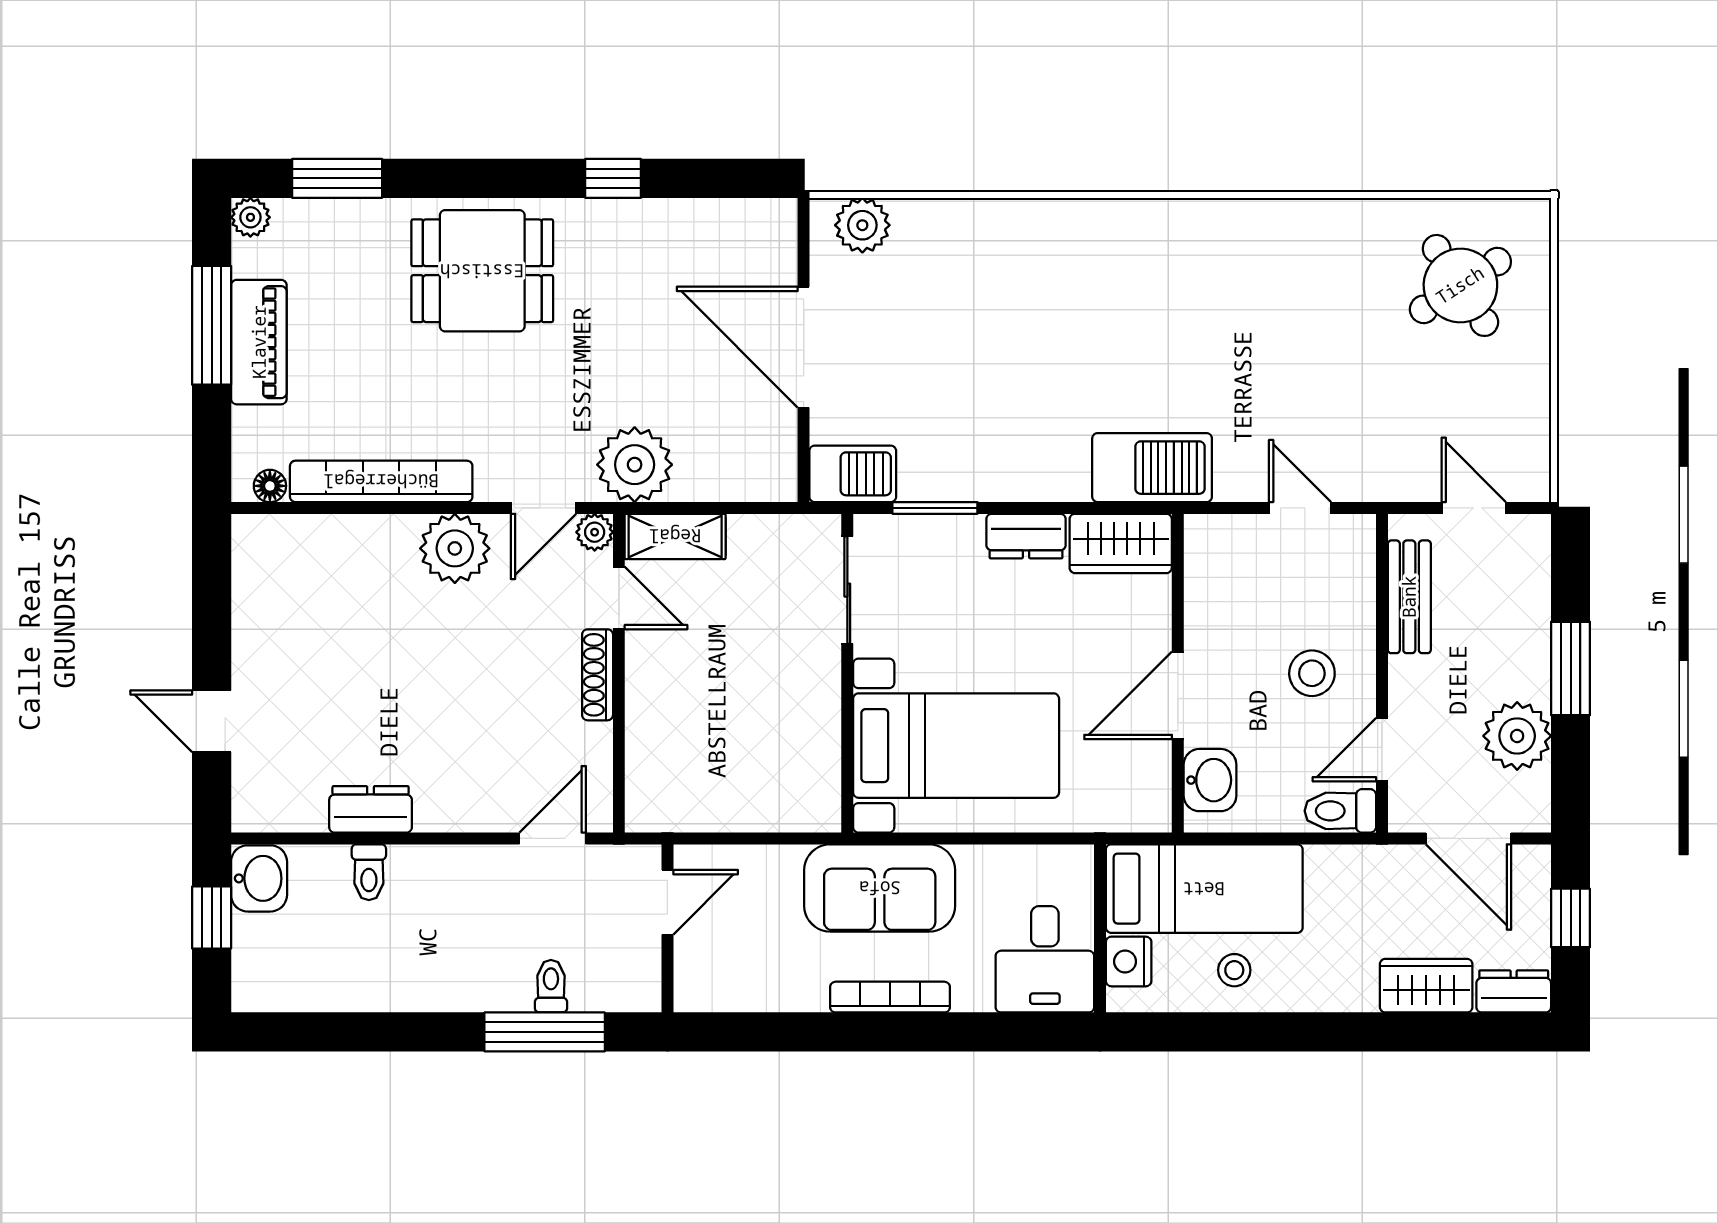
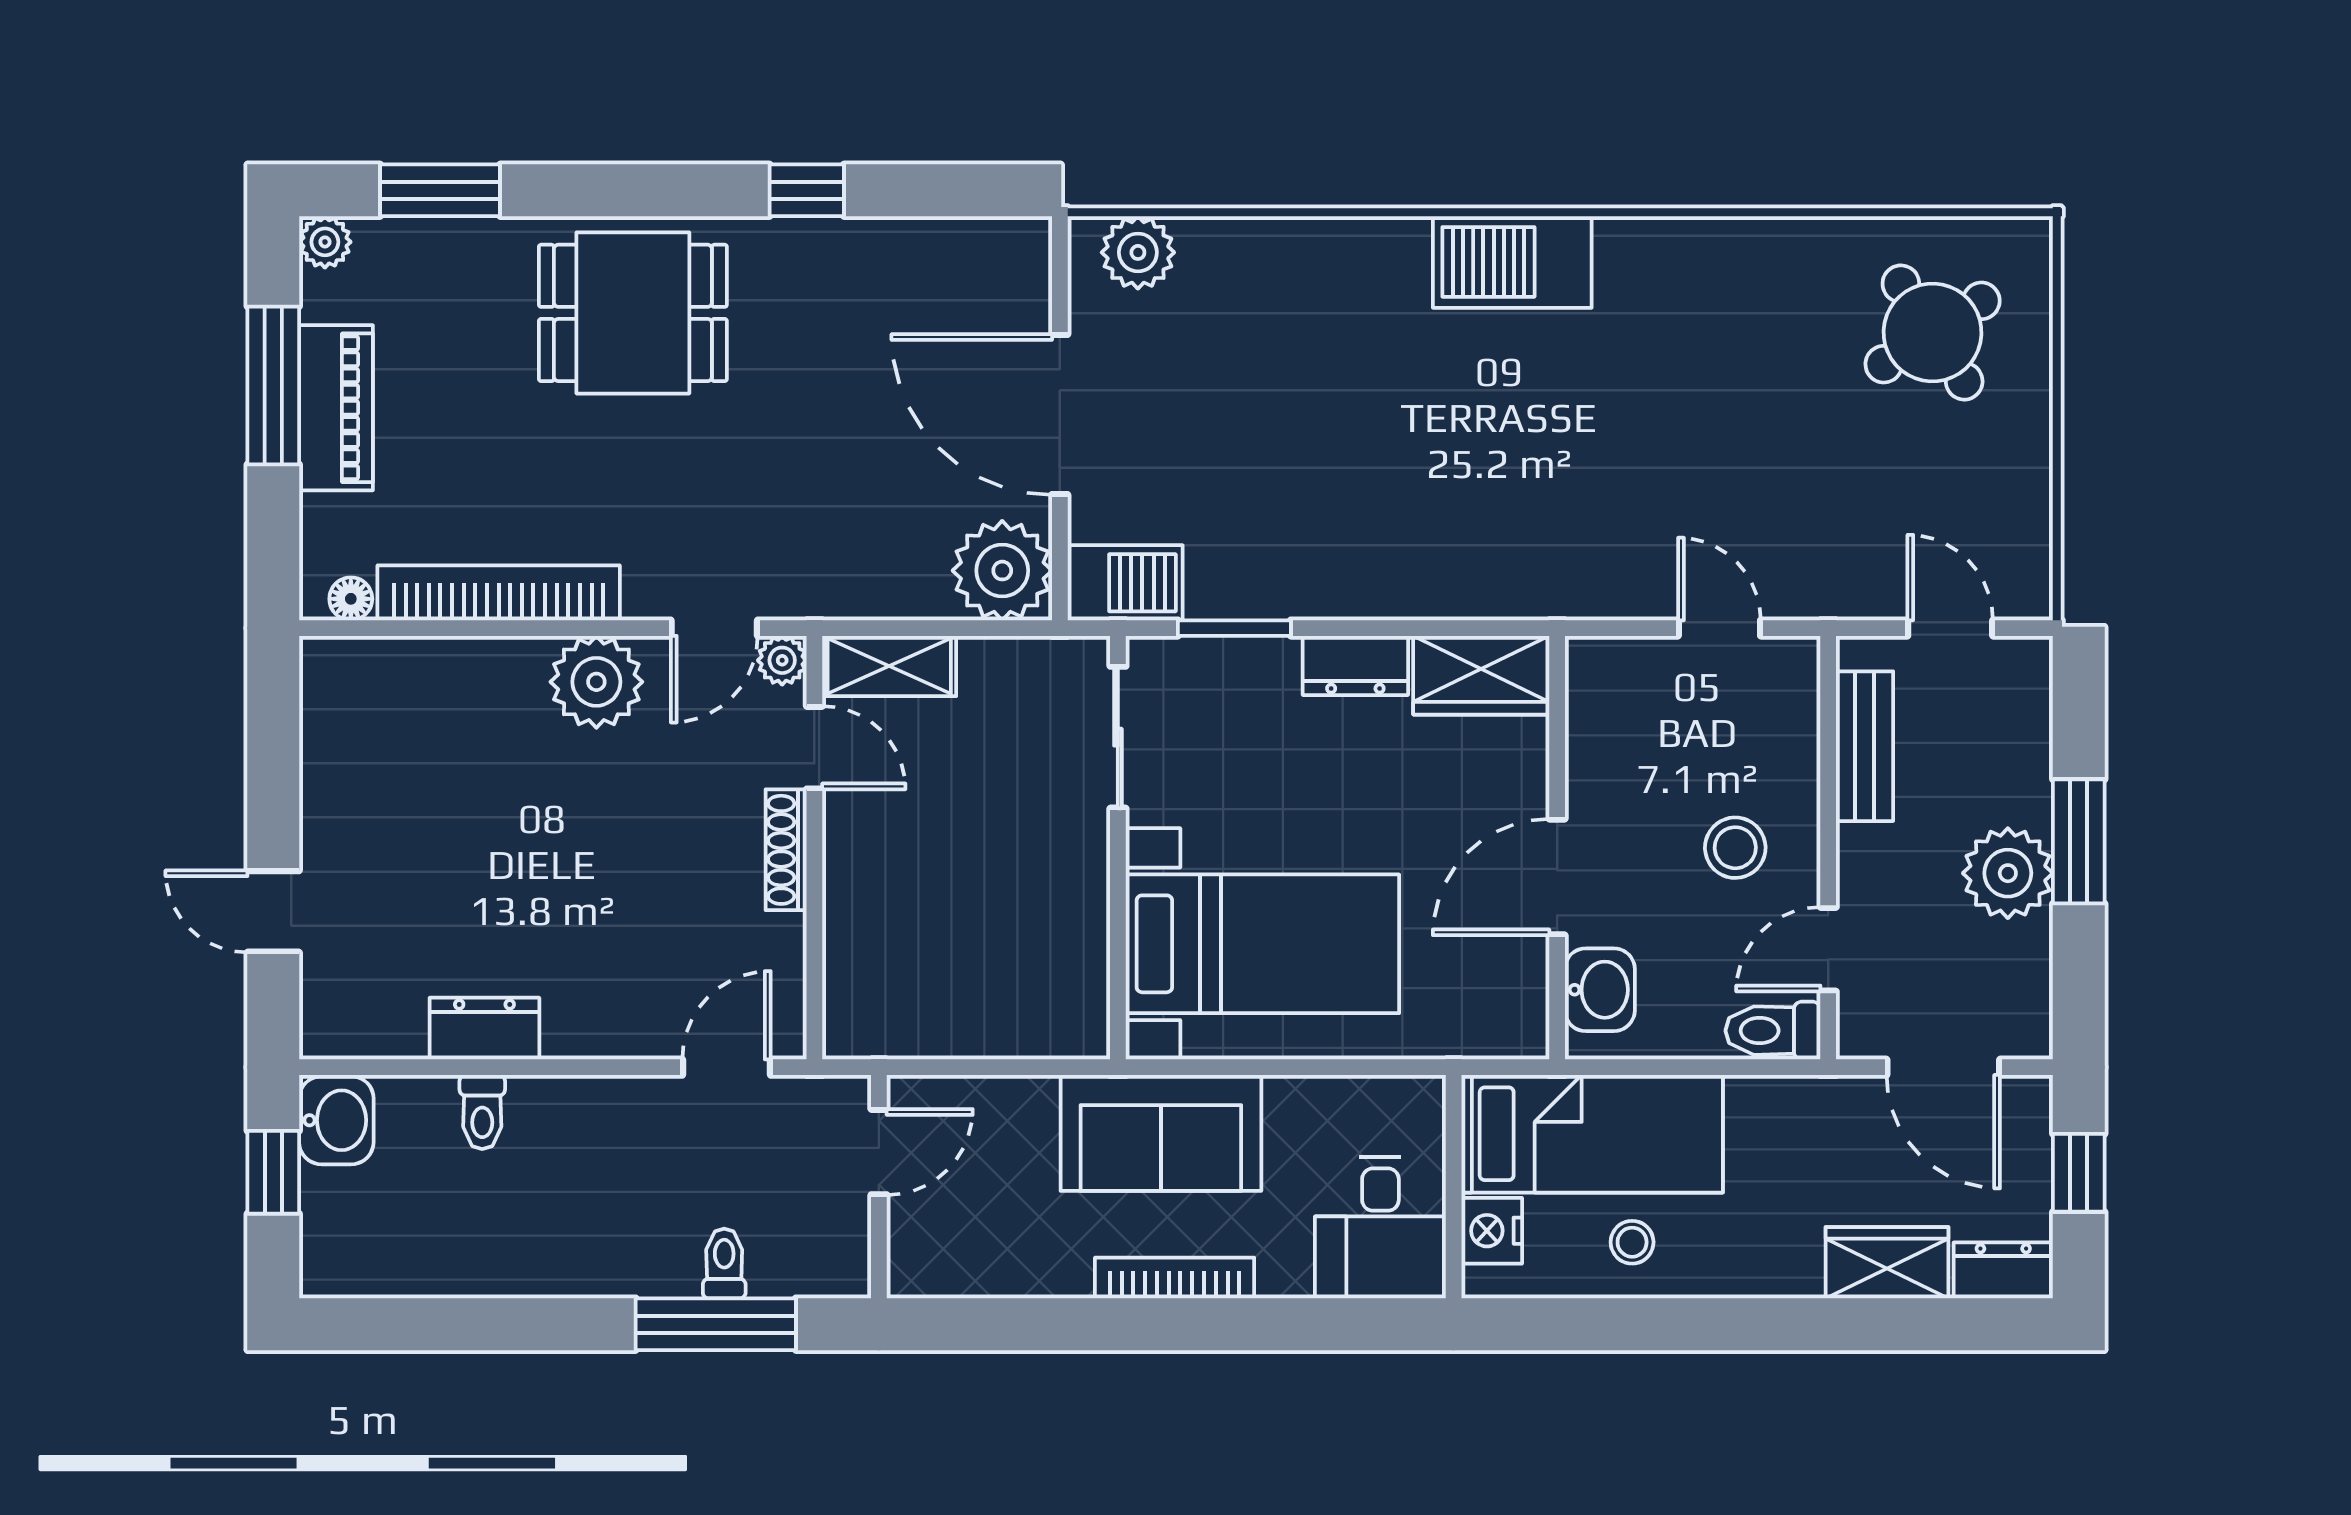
plant: (635, 465) -> (1002, 571), moved
barbecue: (1152, 468) -> (1512, 262), moved, turned 180
plant: (1517, 736) -> (2008, 873), moved

